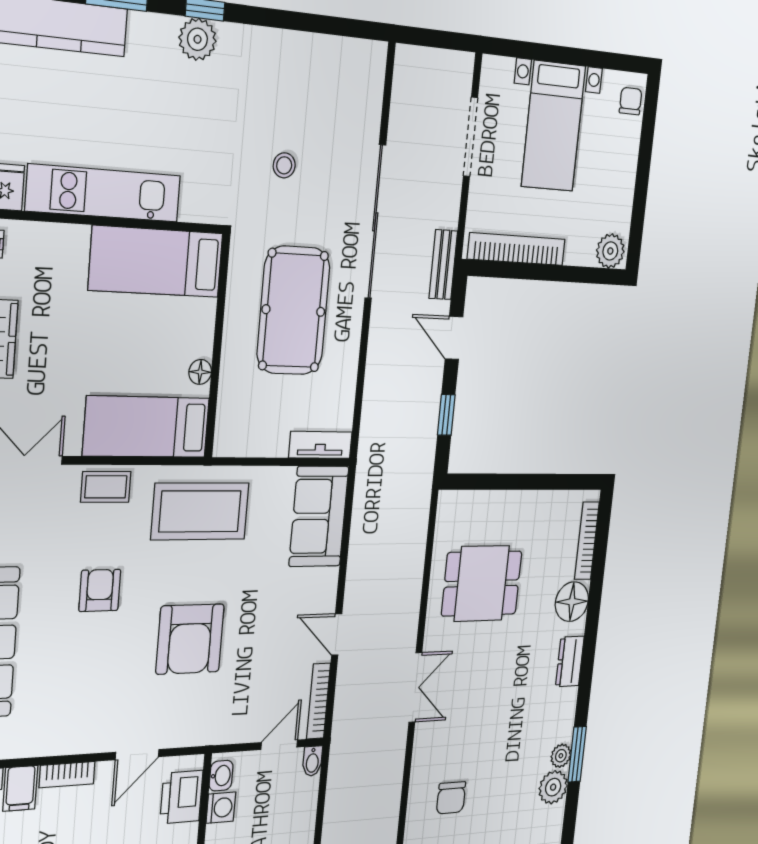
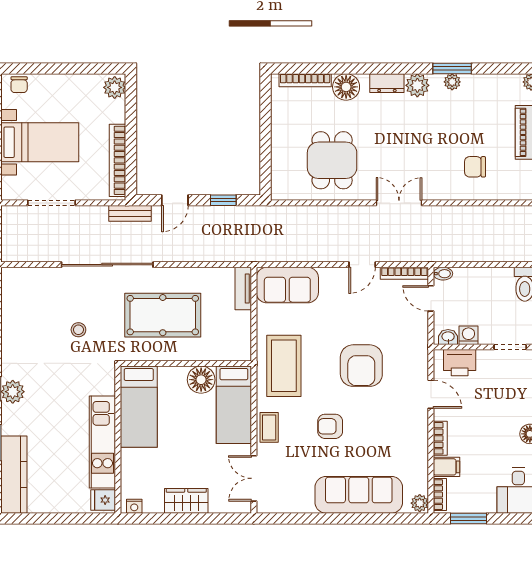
chair: (631, 101) -> (19, 85), turned -90
floor lamp: (200, 372) -> (201, 380), width x1.89, depth x1.89
armchair: (190, 639) -> (361, 366), turned 90
plant: (553, 787) -> (417, 85), moved
chair: (451, 798) -> (475, 167), turned 180

